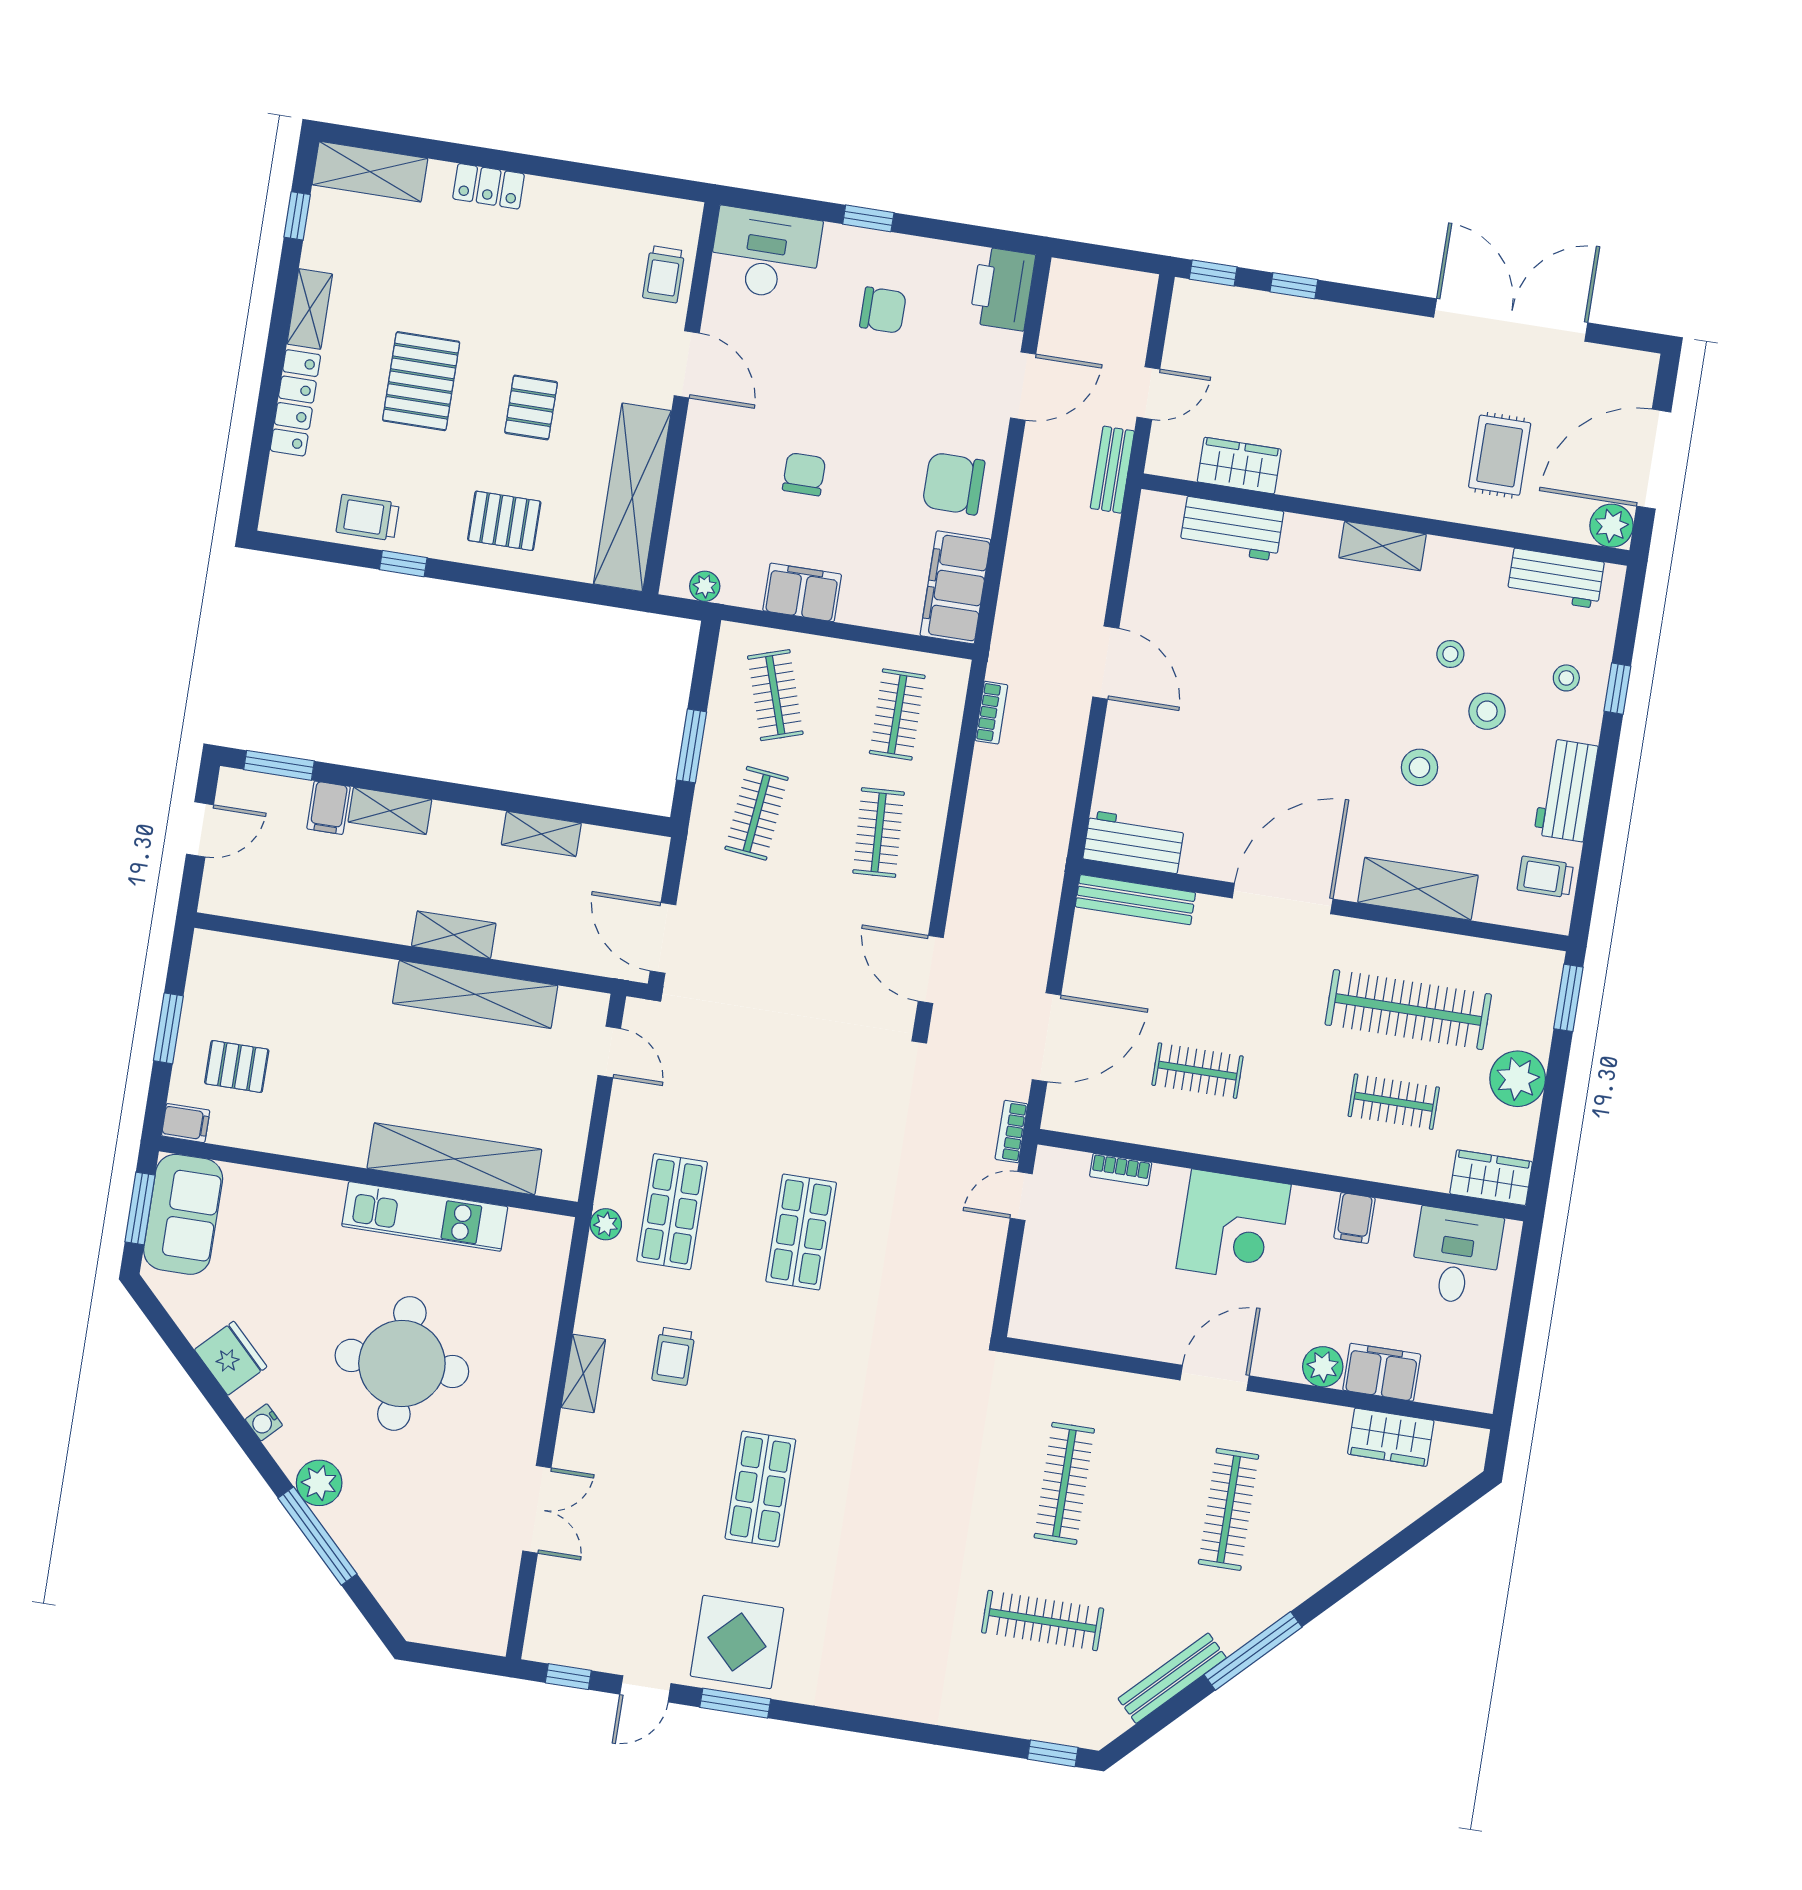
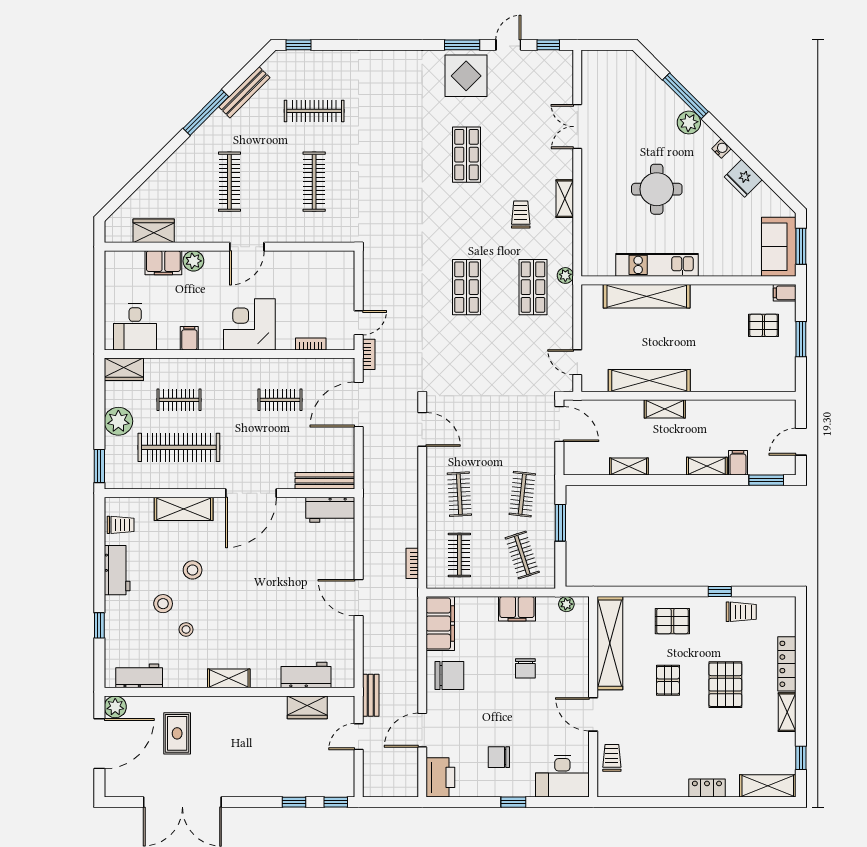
stool: (1566, 678) -> (126, 627), removed
round table: (402, 1363) -> (657, 189), width x0.73, depth x0.73

